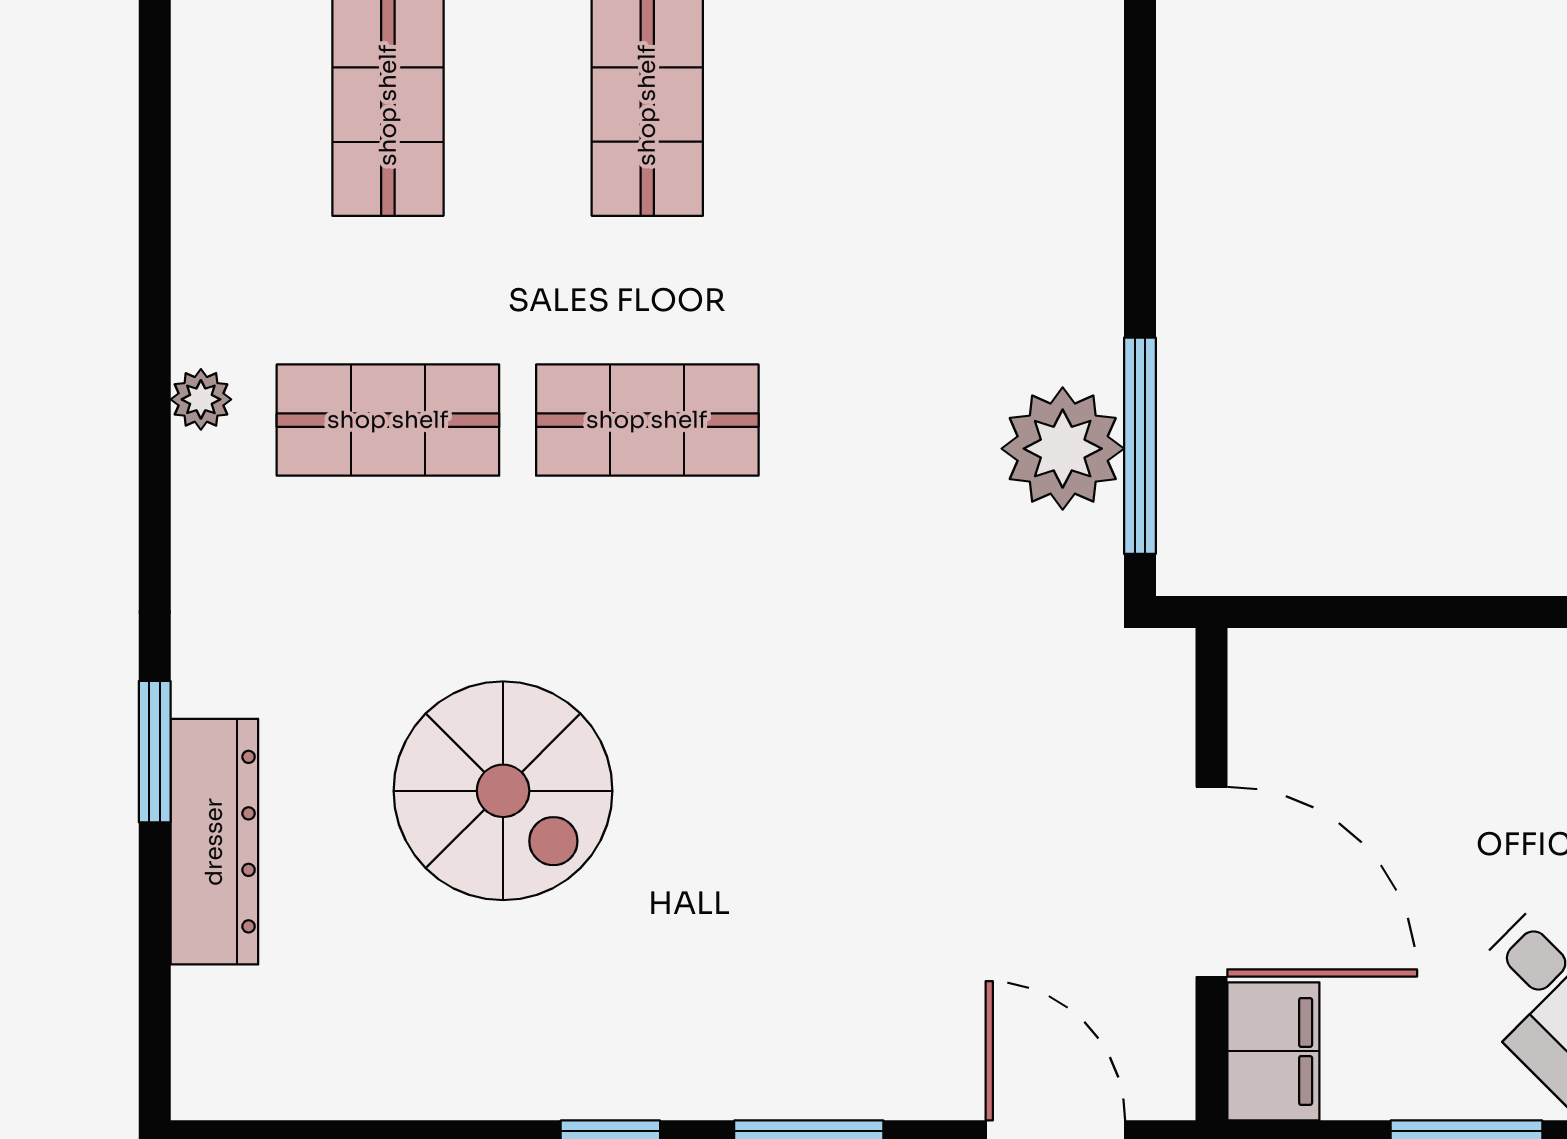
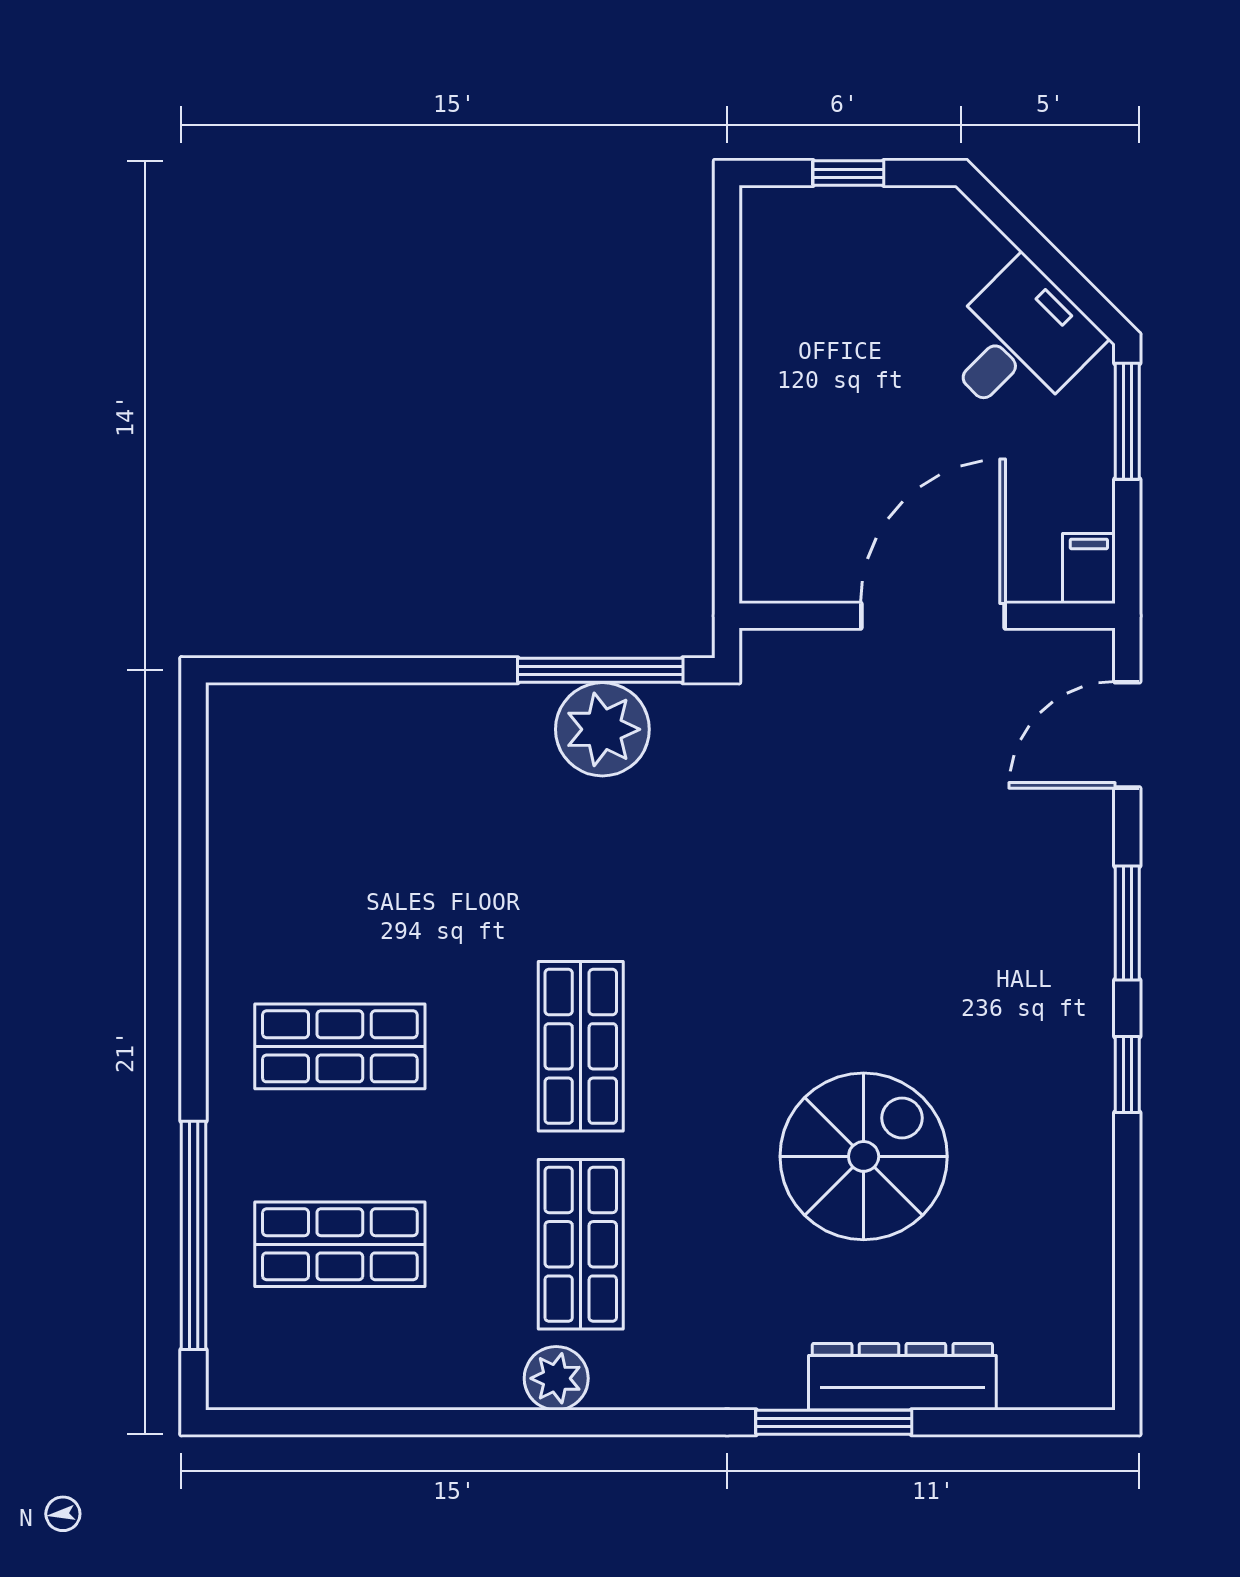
plant: (201, 399) -> (556, 1378), width x1.38, depth x1.38
window: (155, 752) -> (834, 1422), width x1.44
filing cabinet: (1273, 1051) -> (1089, 569), width x0.50

